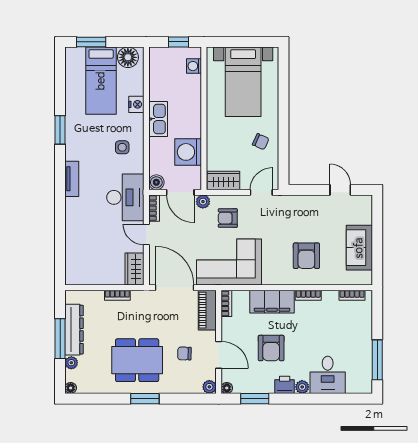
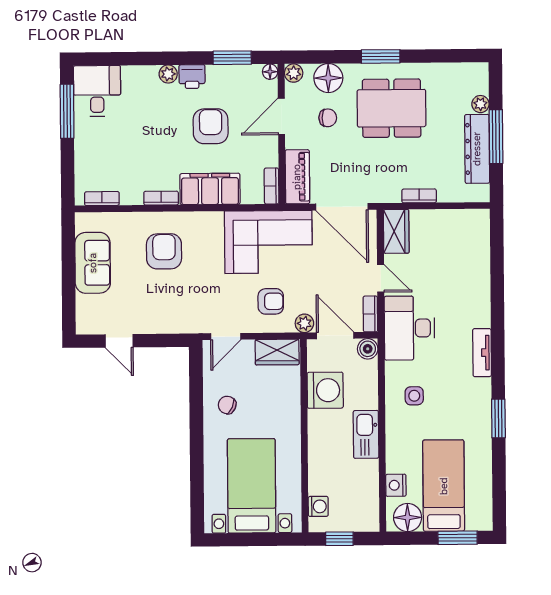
nightstand: (136, 104) -> (396, 485), moved
door: (219, 355) -> (281, 116), hinge flipped
desk: (328, 375) -> (97, 91), moved
floor lamp: (71, 388) -> (328, 78), moved, width x1.89, depth x1.89

